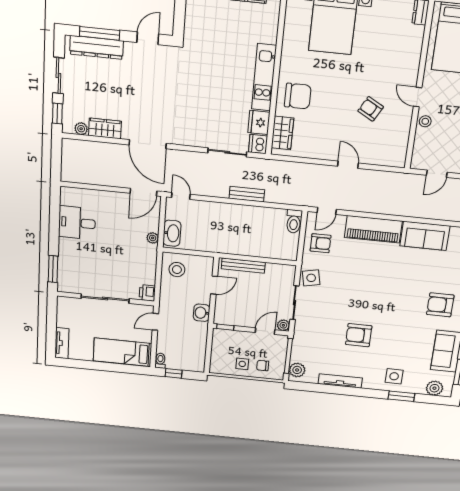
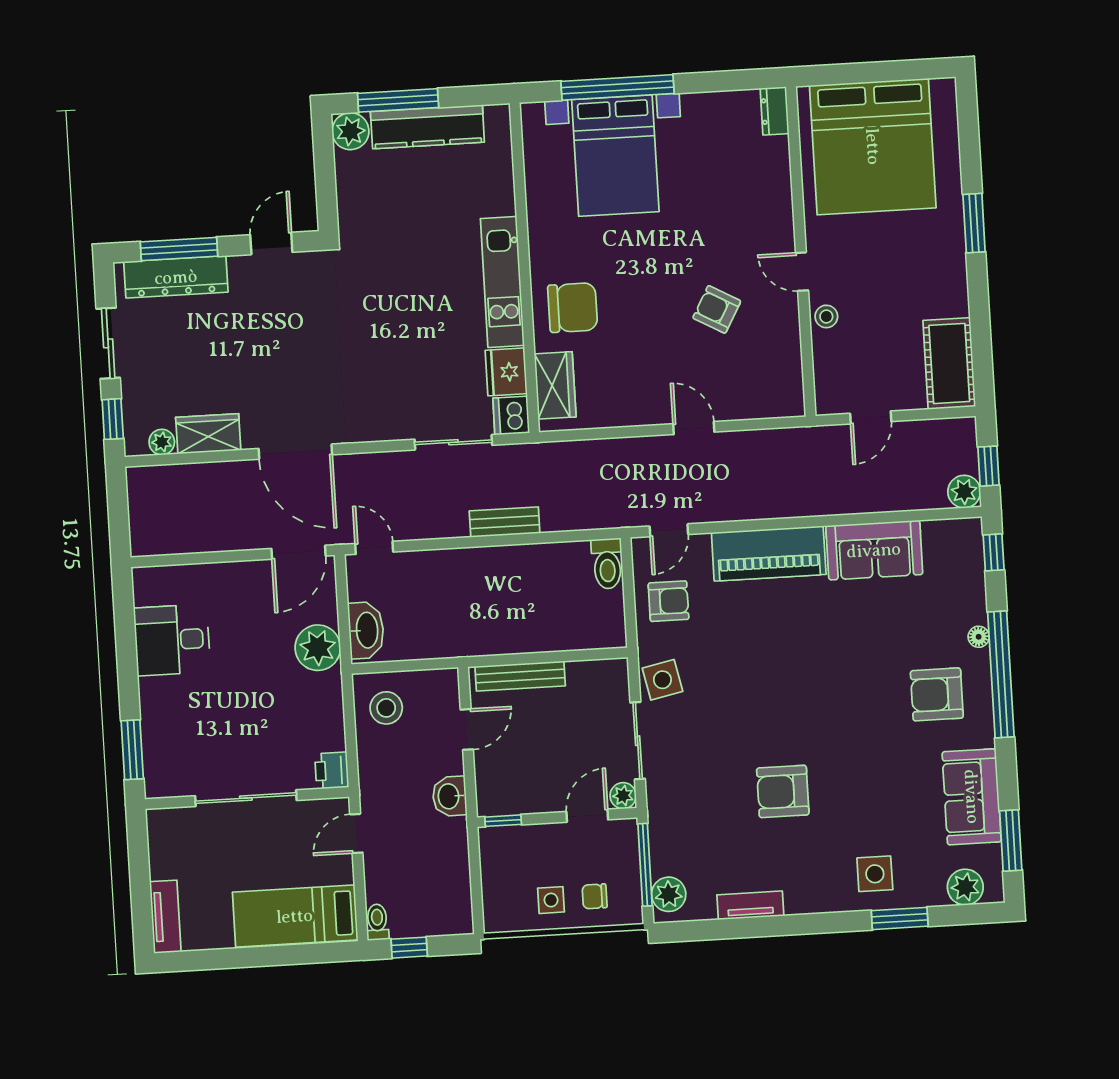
plant: (153, 238) -> (318, 648), width x1.87, depth x1.87
tv unit: (340, 381) -> (750, 905), width x0.71

